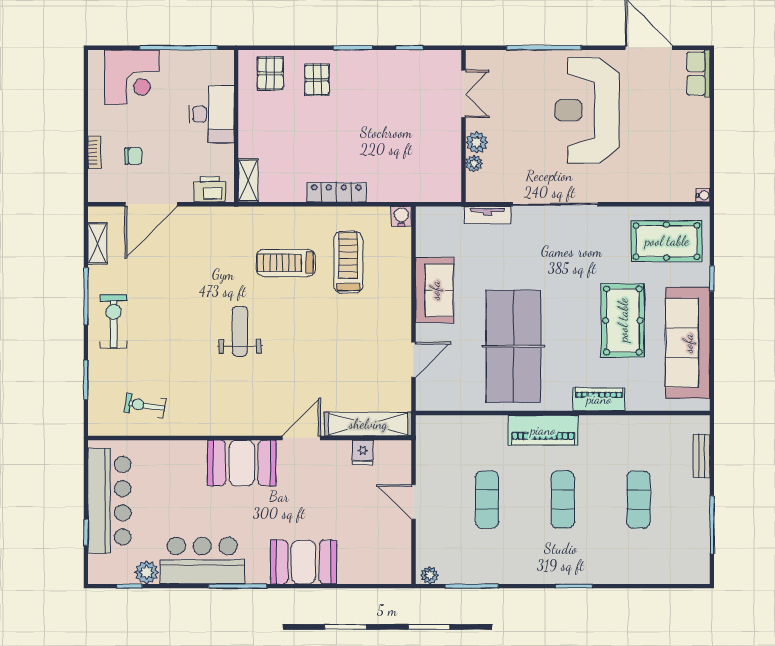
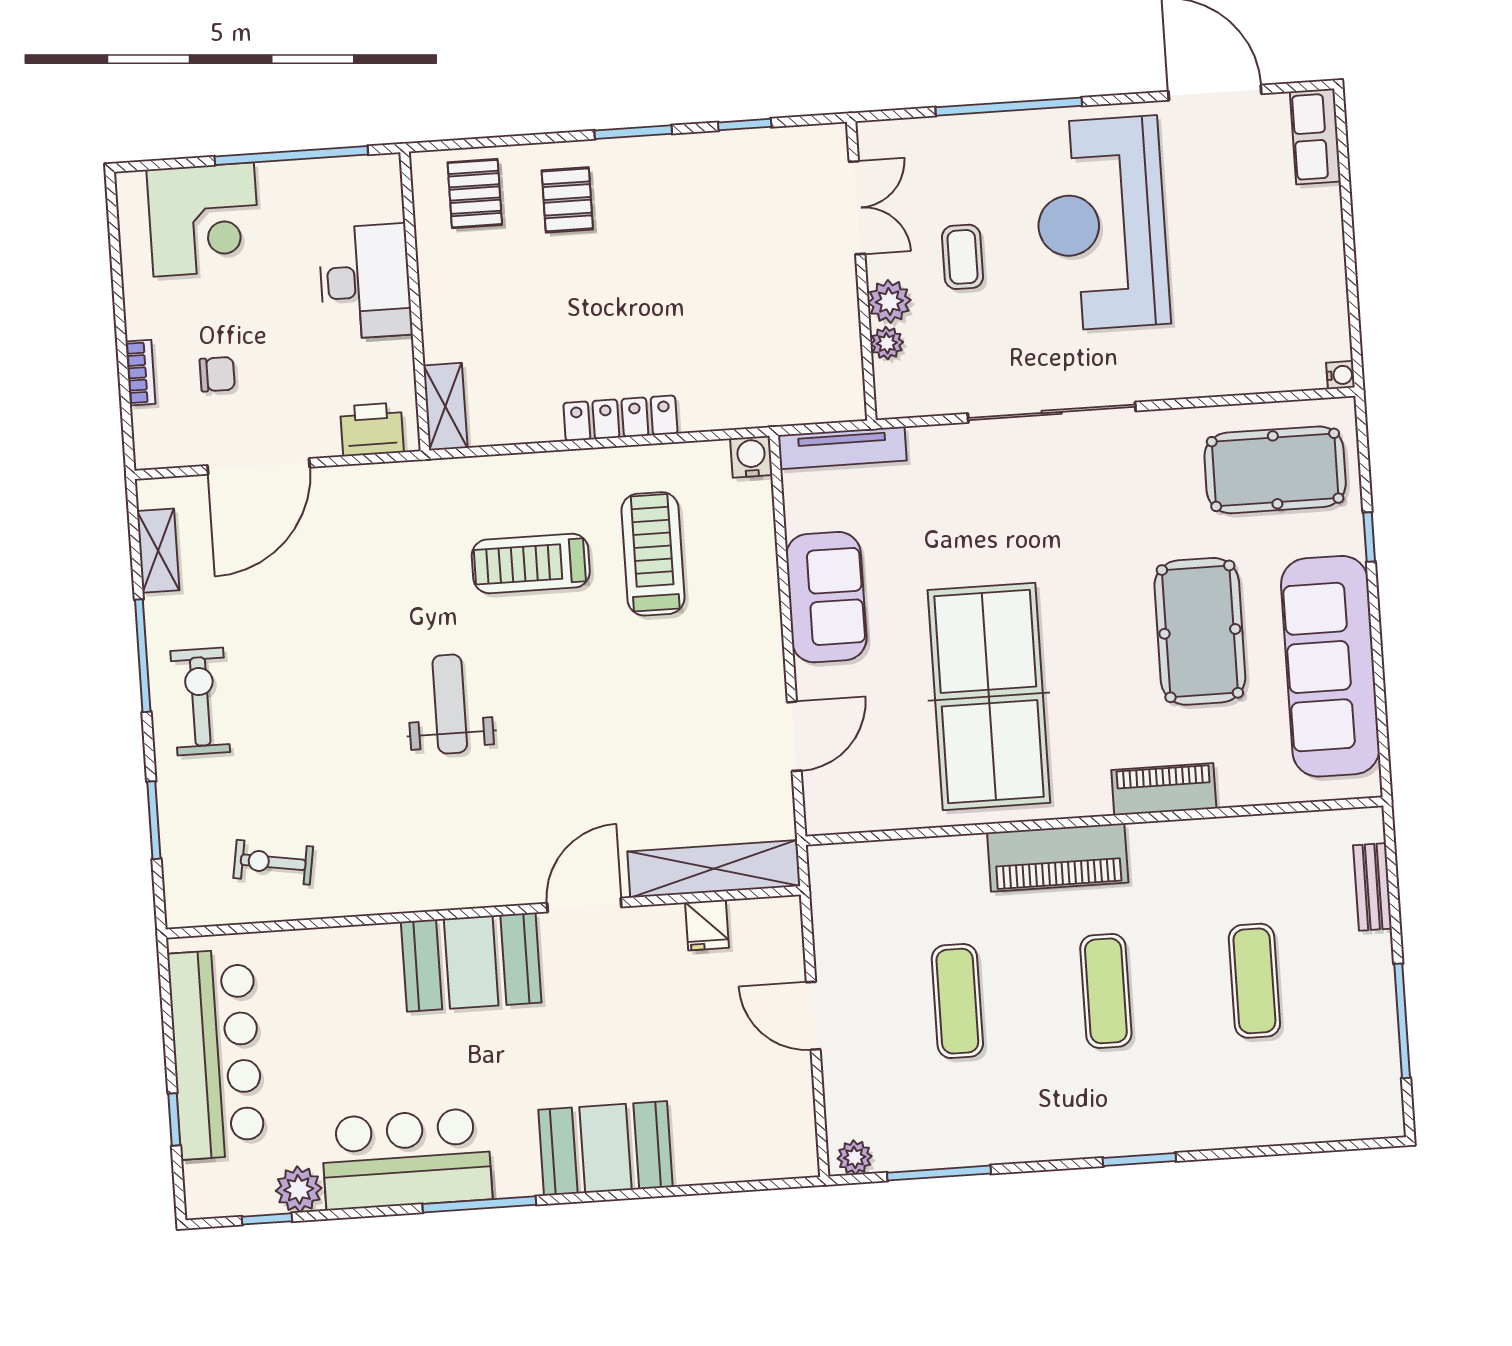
coffee table: (515, 122) -> (963, 257), added
tv unit: (488, 215) -> (842, 448), moved, width x1.41

